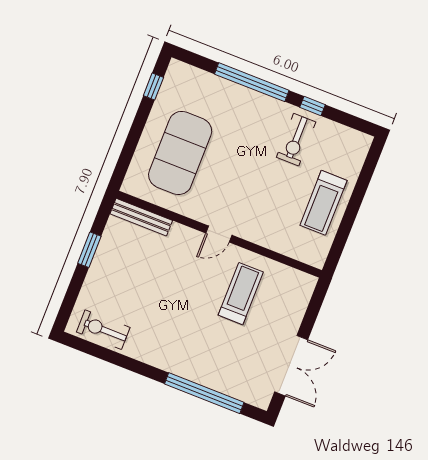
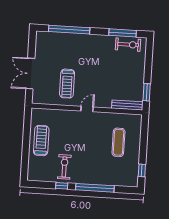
exercise mat: (180, 153) -> (118, 142), width x0.50, depth x0.69
window: (89, 250) -> (147, 92), moved
window: (107, 355) -> (123, 33), added
double door: (291, 366) -> (30, 74), moved

